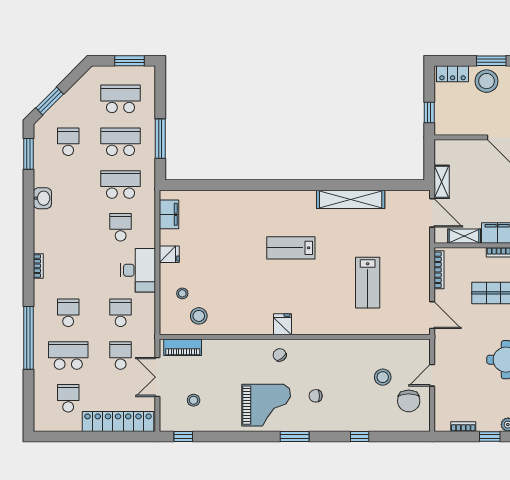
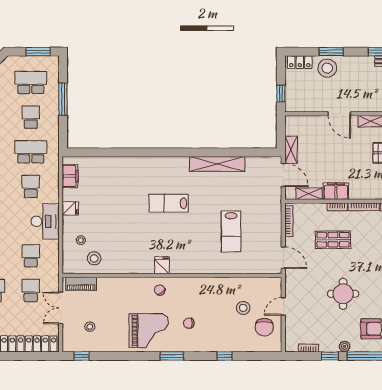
window: (160, 139) -> (63, 99), moved
school desk: (121, 142) -> (31, 117), width x0.54

